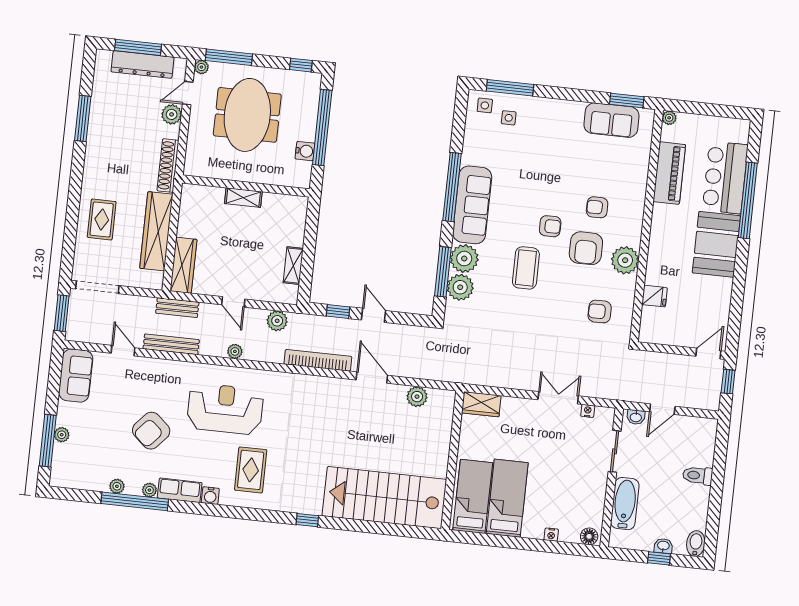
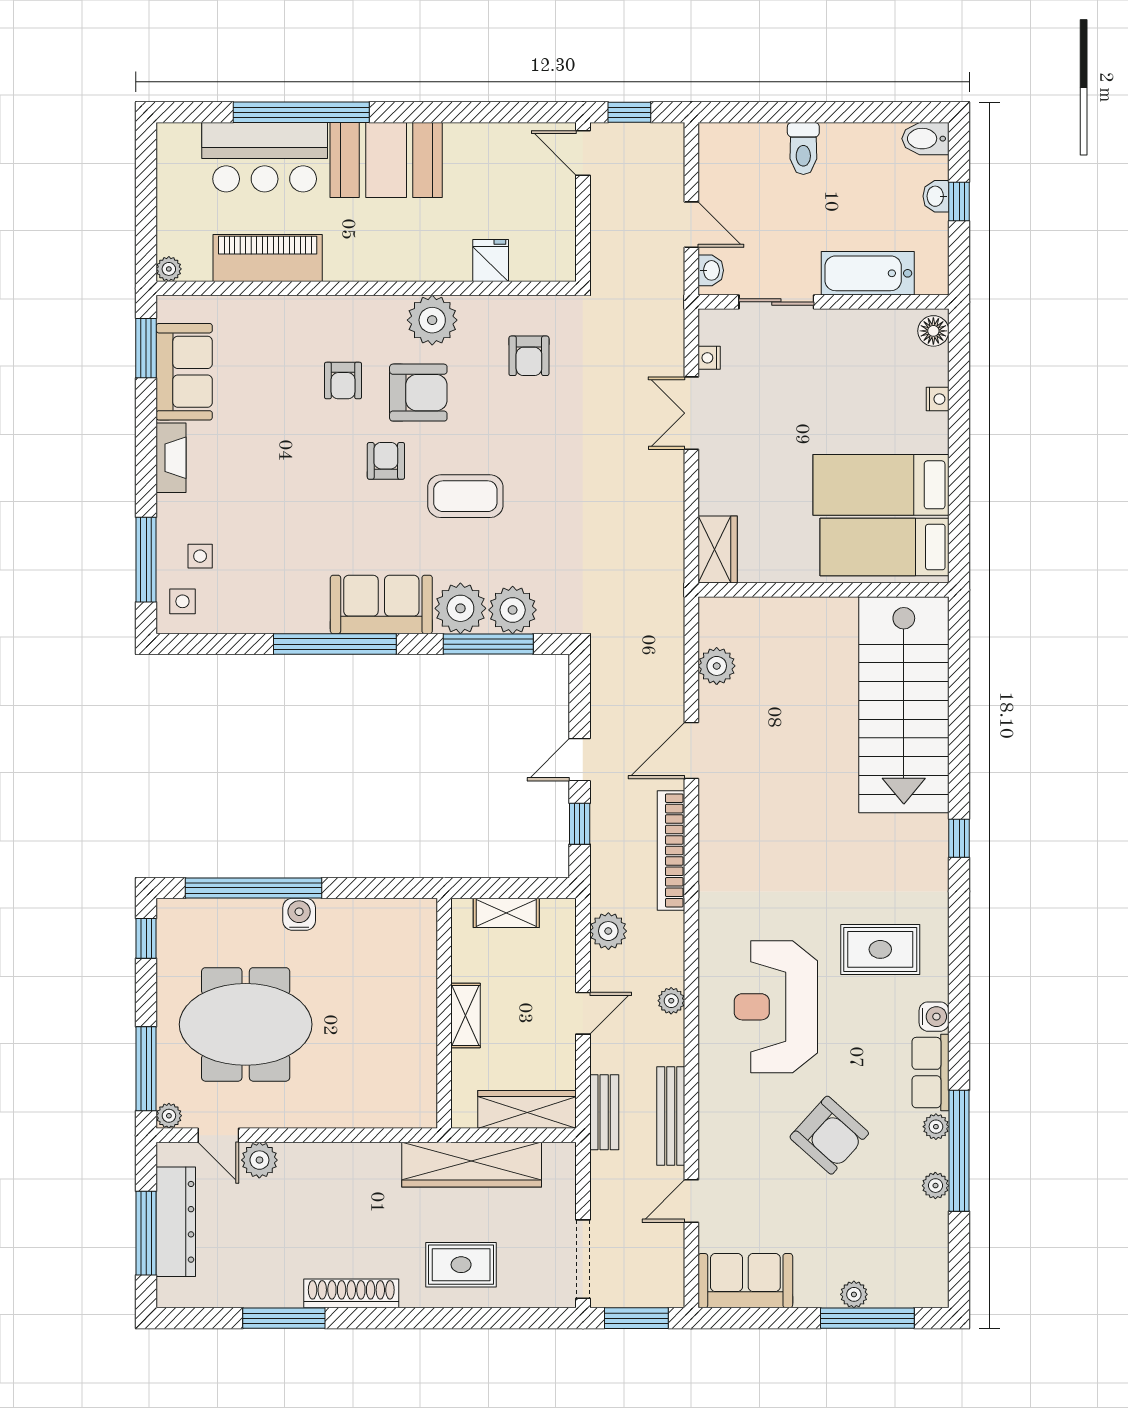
fireplace: (565, 108) -> (171, 458), added
shoe rack: (168, 166) -> (351, 1293), moved, turned 180
wall: (246, 186) -> (444, 1013), moved
shelving: (243, 198) -> (465, 1015), moved
sofa: (472, 205) -> (381, 604), width x0.73

